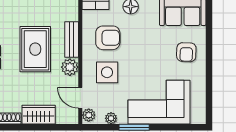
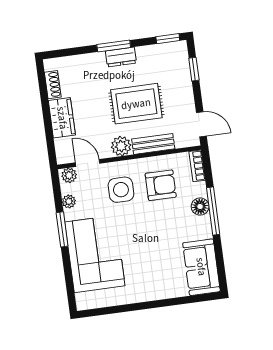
armchair: (108, 38) -> (161, 185), turned -90
armchair: (186, 52) -> (156, 278), removed
door: (80, 98) -> (88, 163), hinge flipped

